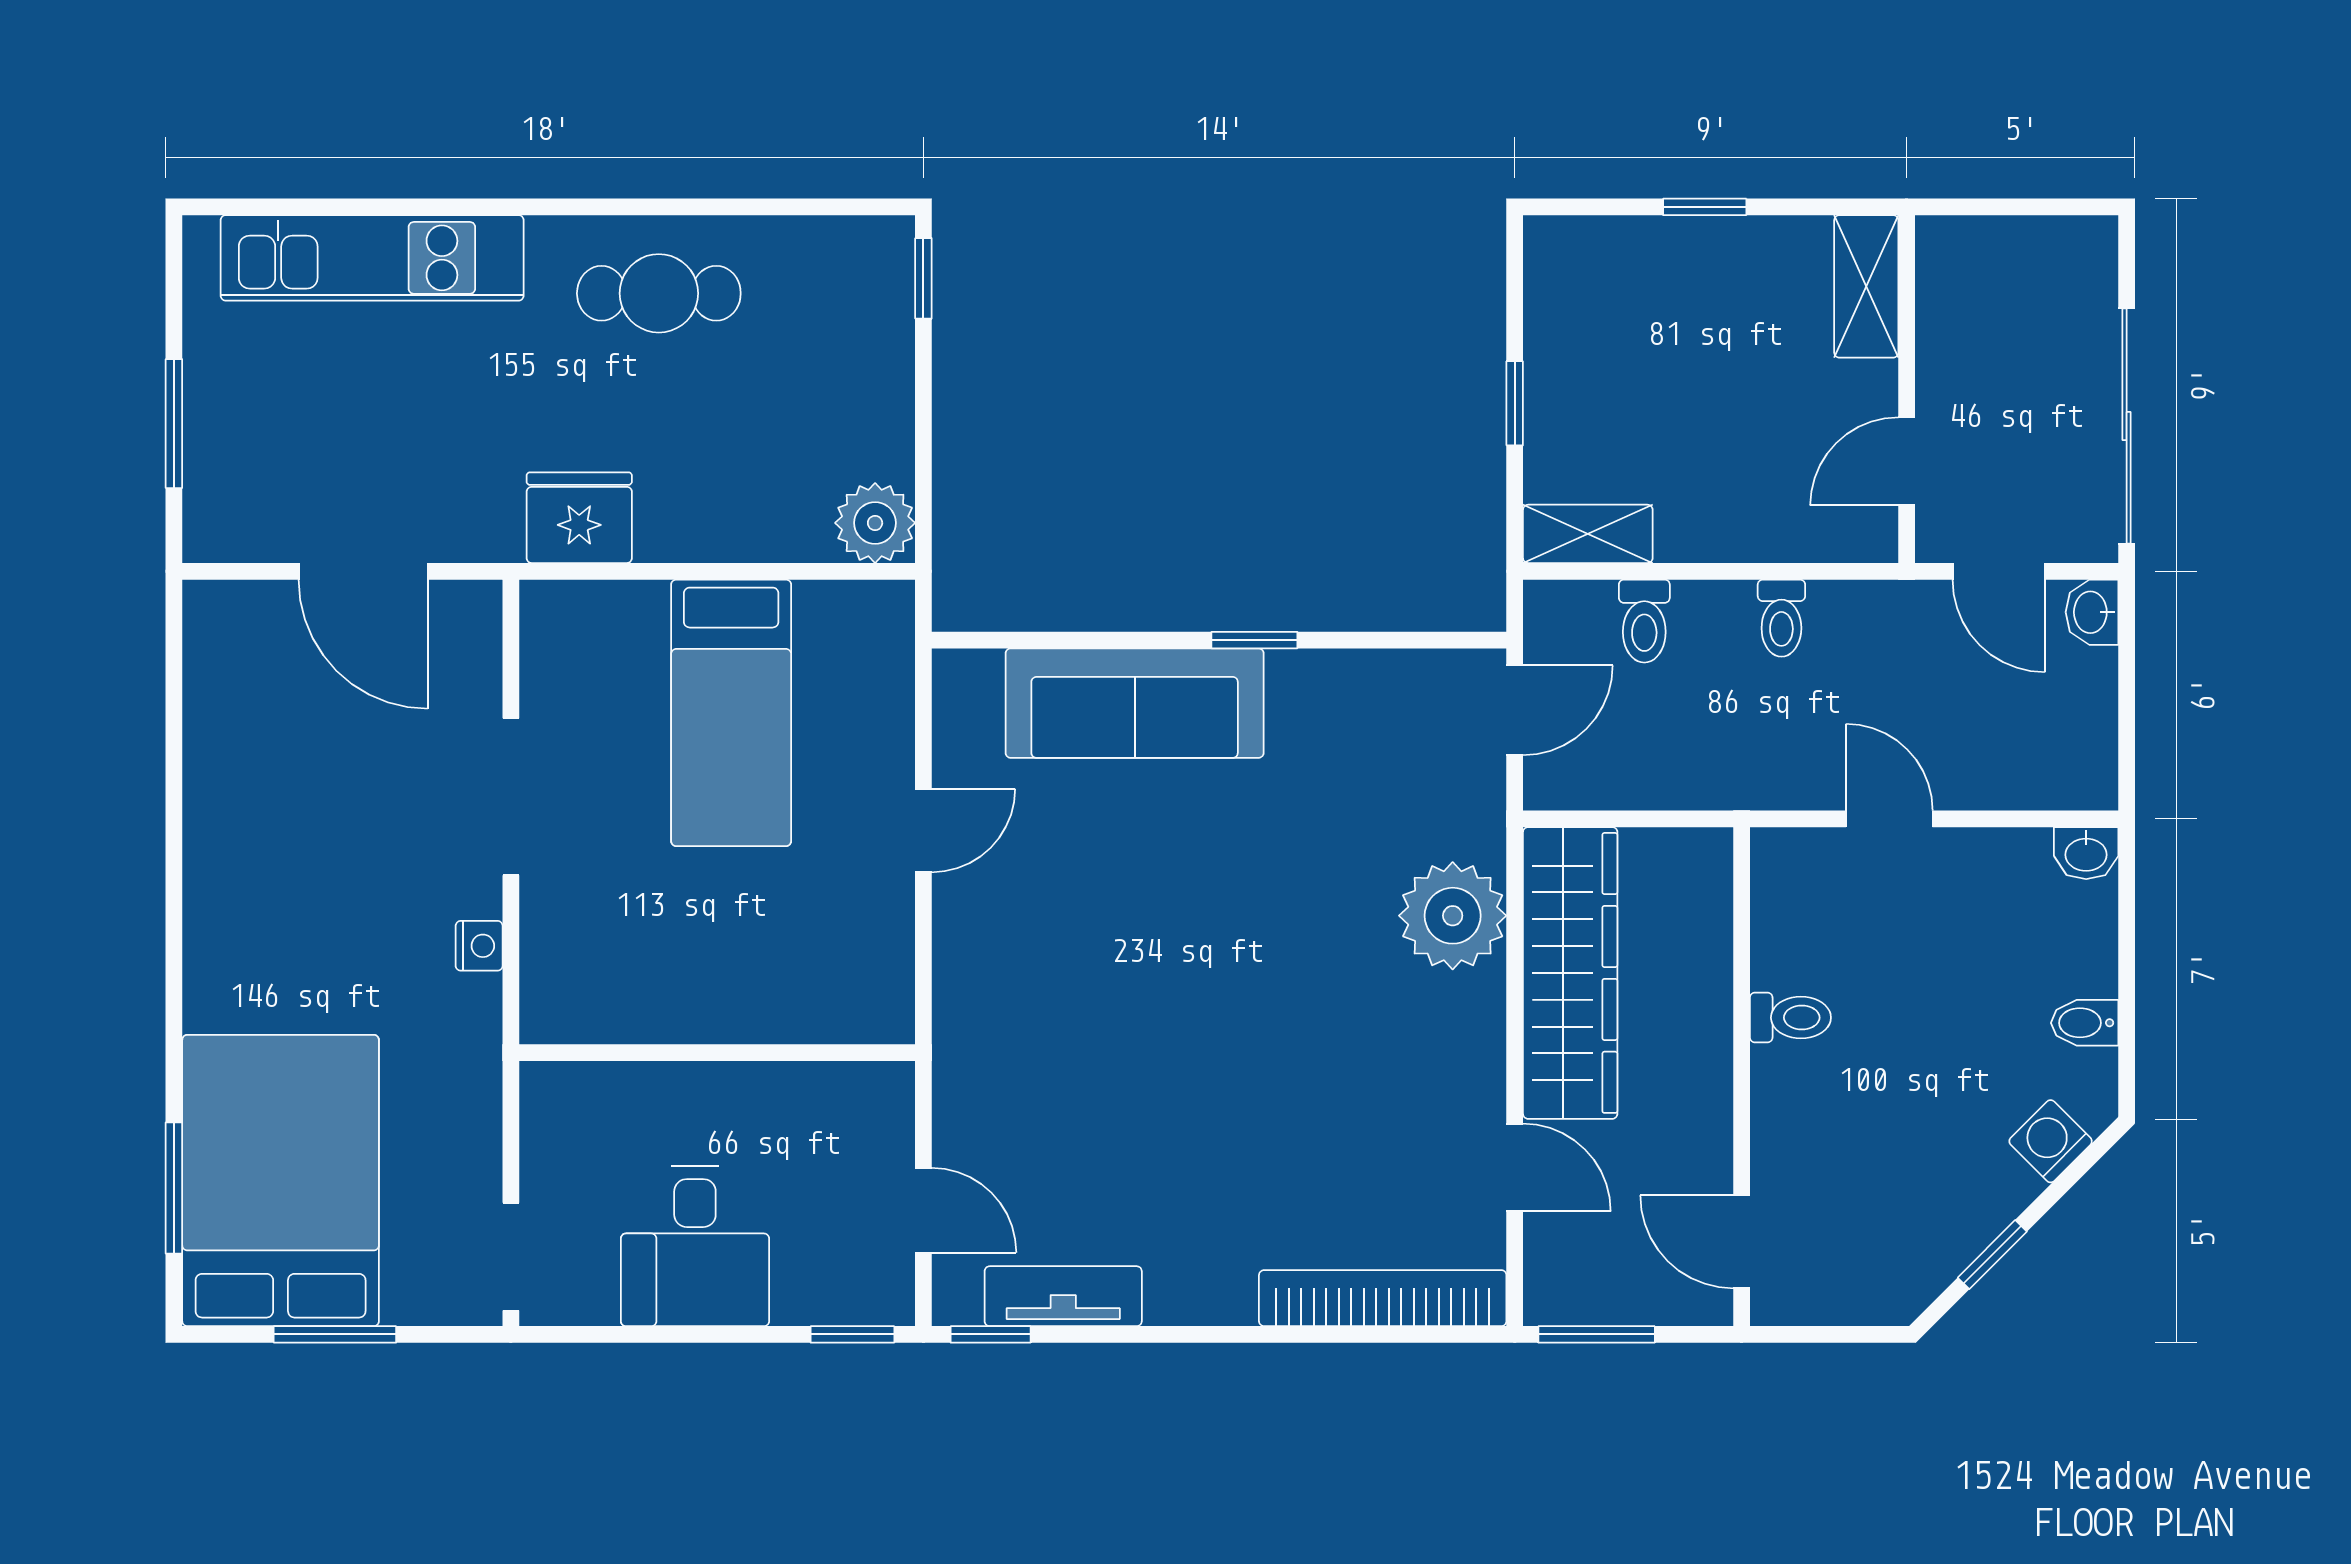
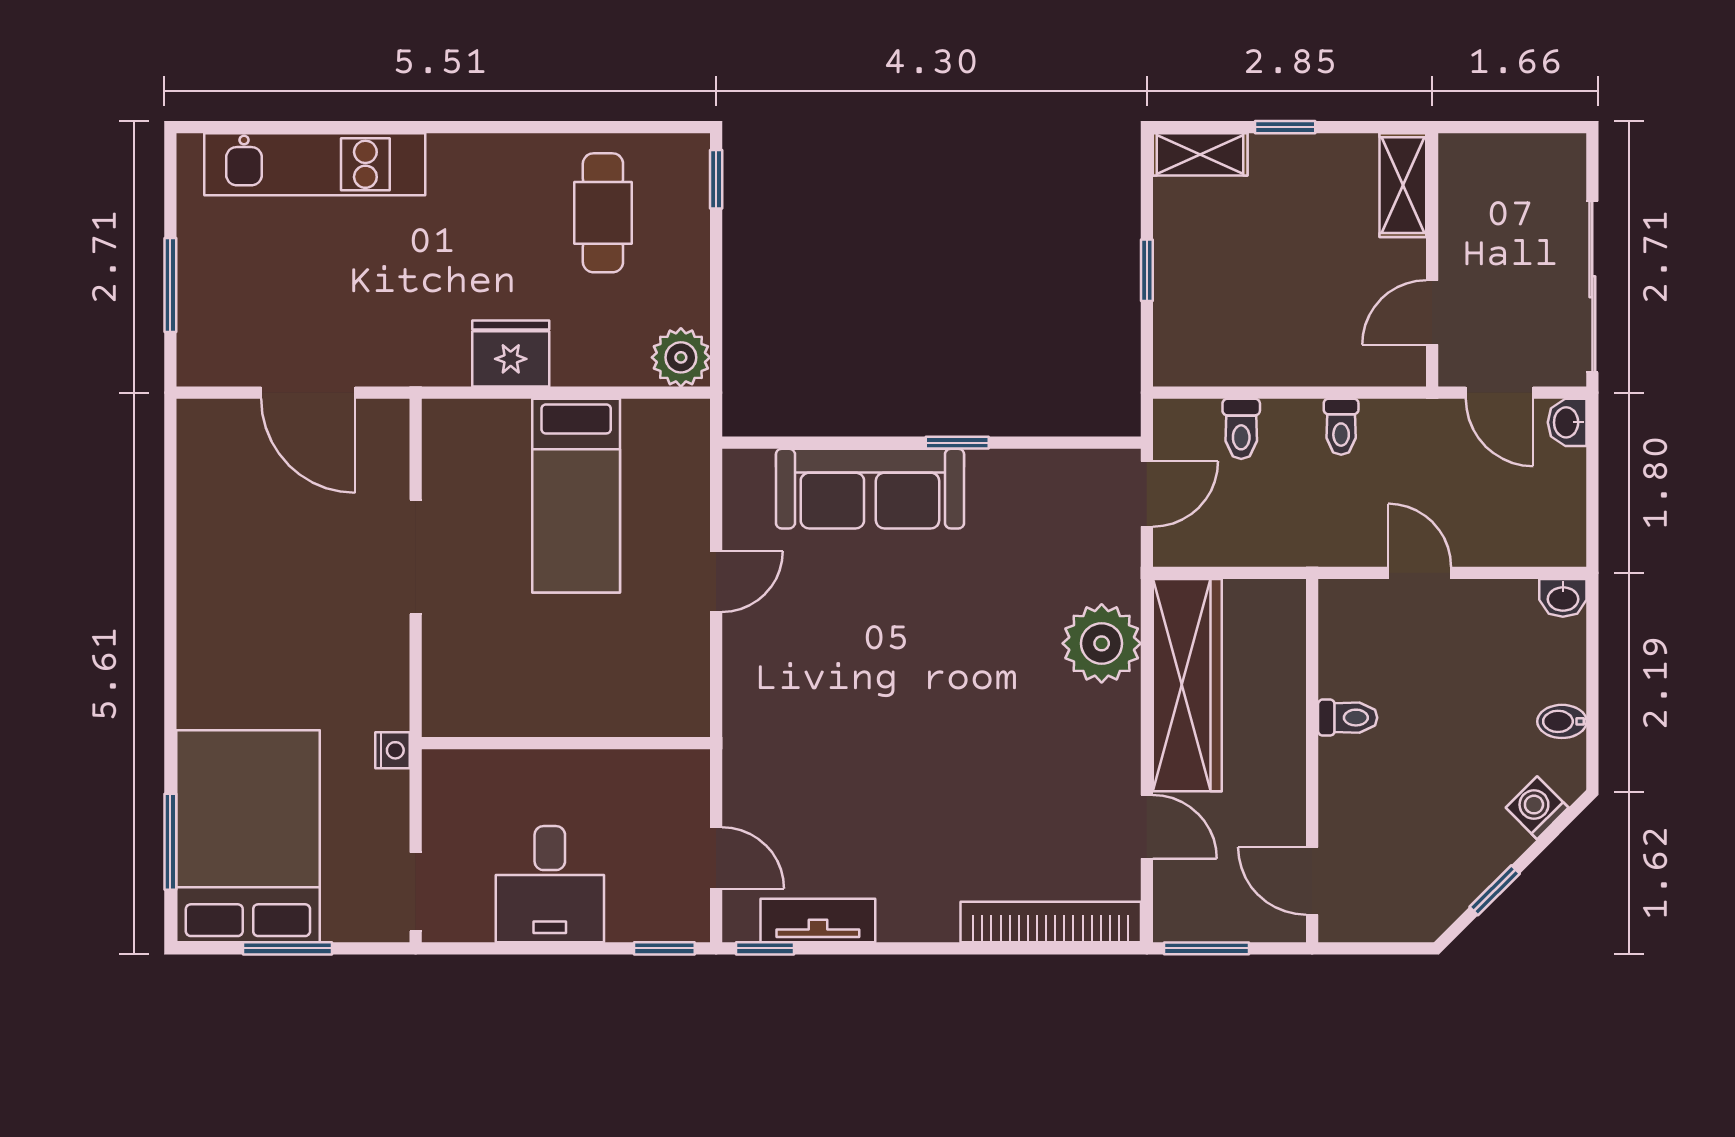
cafe table: (659, 293) -> (603, 213), moved, turned 90
fridge: (579, 518) -> (511, 354), moved
shelving: (1588, 534) -> (1200, 154), moved
nightstand: (479, 946) -> (393, 750), moved

